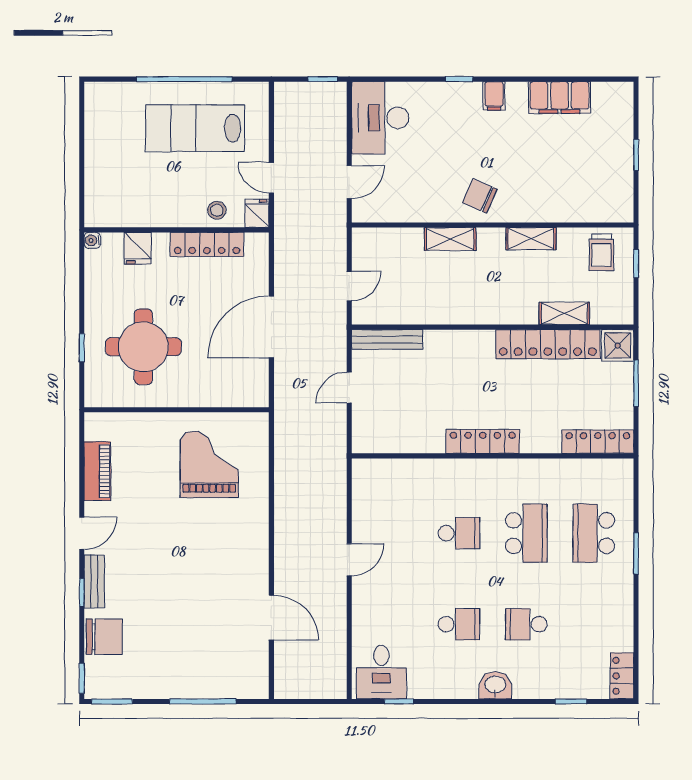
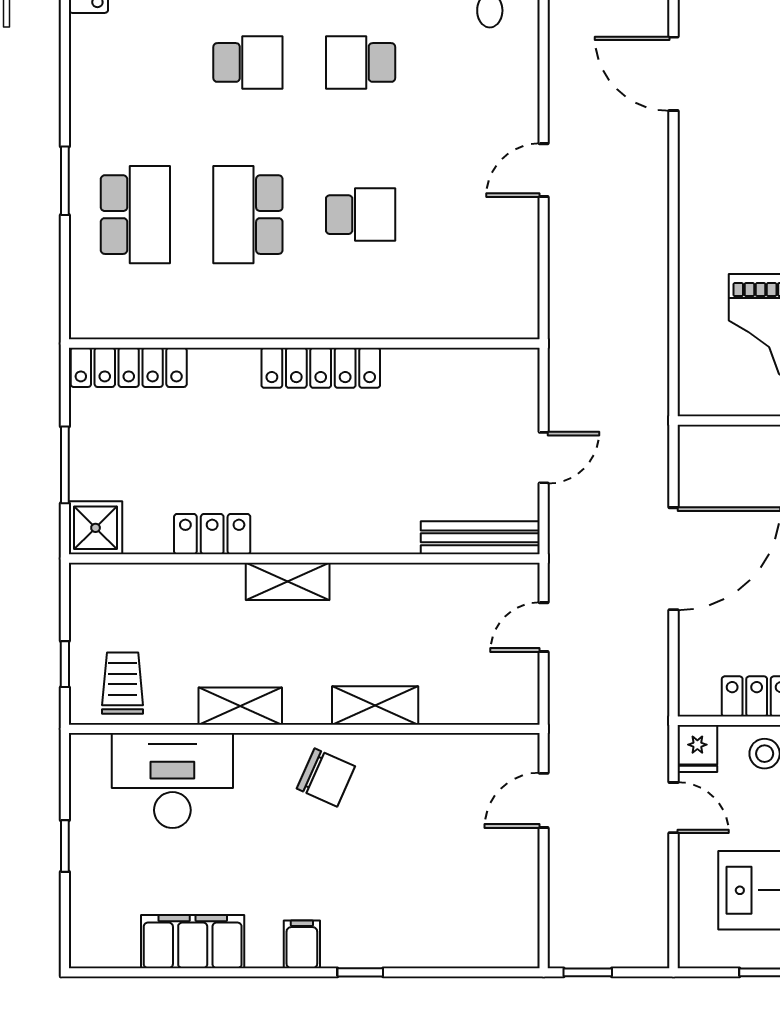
desk: (380, 118) -> (172, 781), moved, turned -90
shelving: (564, 313) -> (288, 581), moved
locker: (548, 344) -> (212, 534), width x0.46, depth x0.83
school desk: (459, 533) -> (361, 215), turned 180

